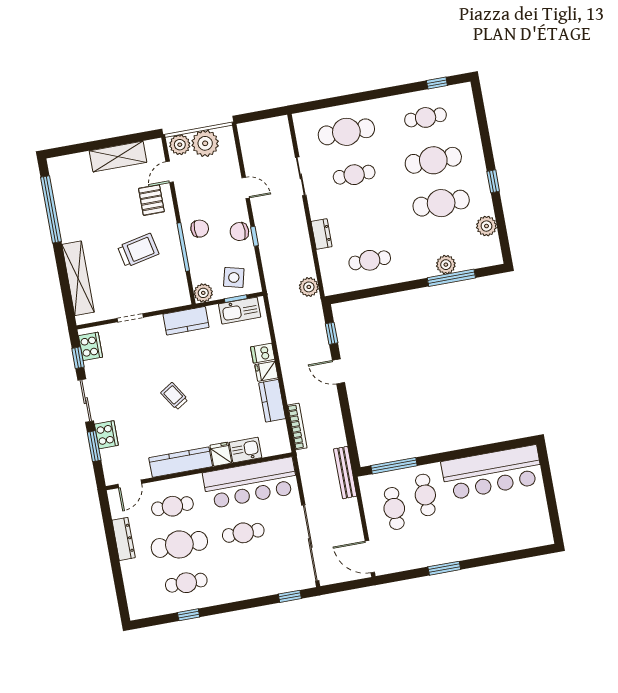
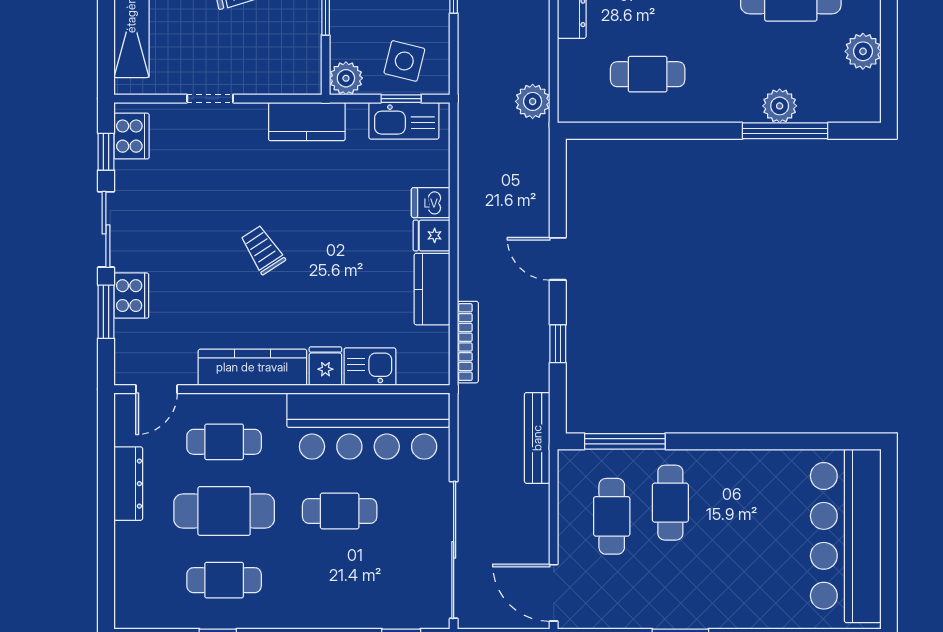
window: (332, 333) -> (558, 344), moved
bar counter: (492, 472) -> (846, 536), moved, turned 90

